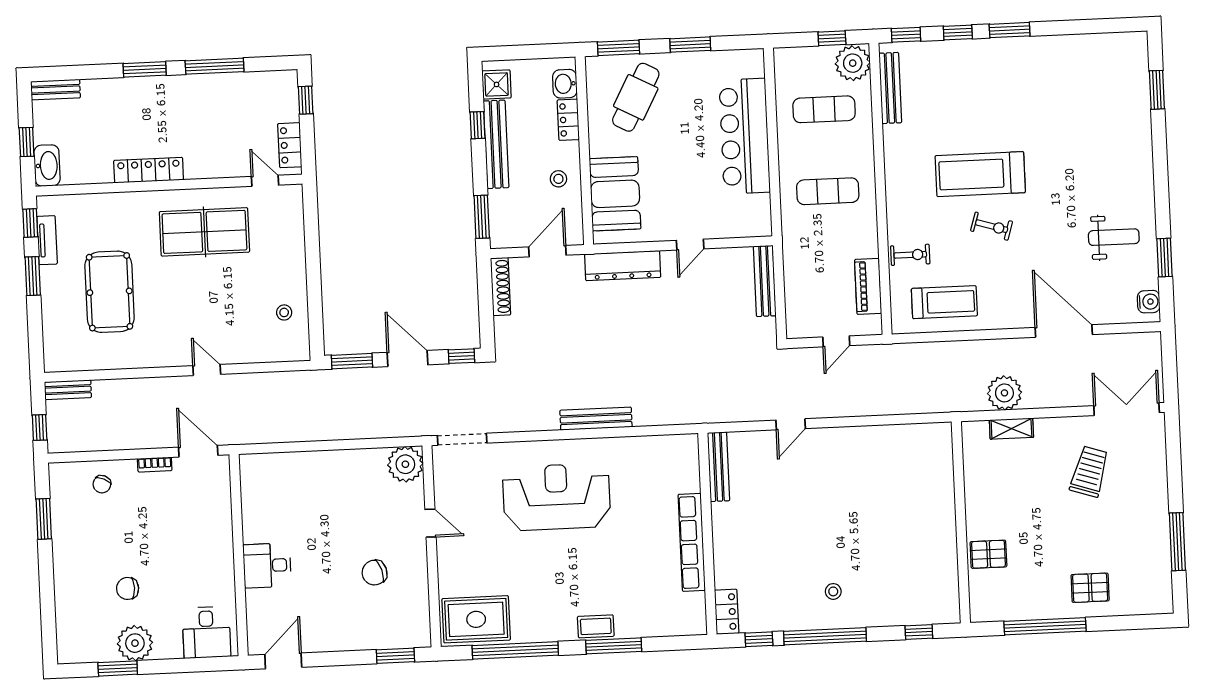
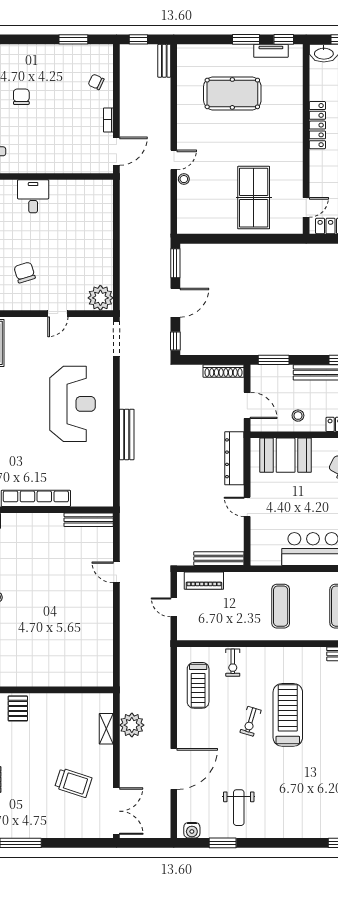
table tennis table: (204, 232) -> (254, 198), moved
piano: (868, 286) -> (204, 581), moved, turned 180
stool: (284, 312) -> (184, 179), moved

